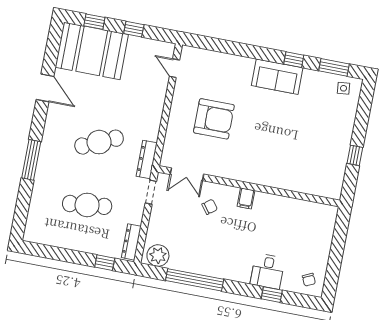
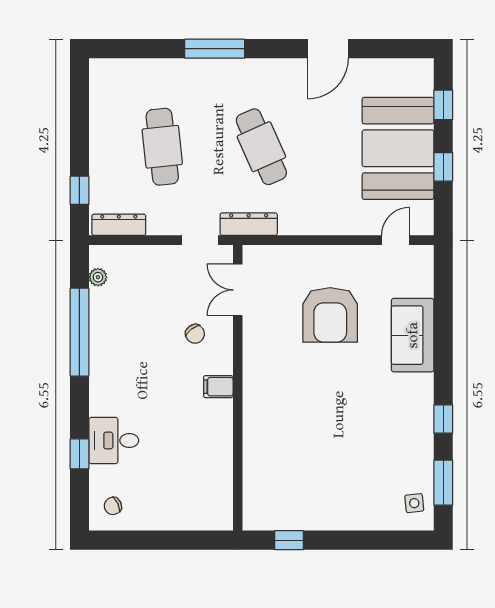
booth: (92, 51) -> (398, 148), moved
sofa: (277, 77) -> (413, 335), moved
window: (355, 155) -> (289, 540), moved
plant: (158, 256) -> (98, 277), width x0.53, depth x0.53

